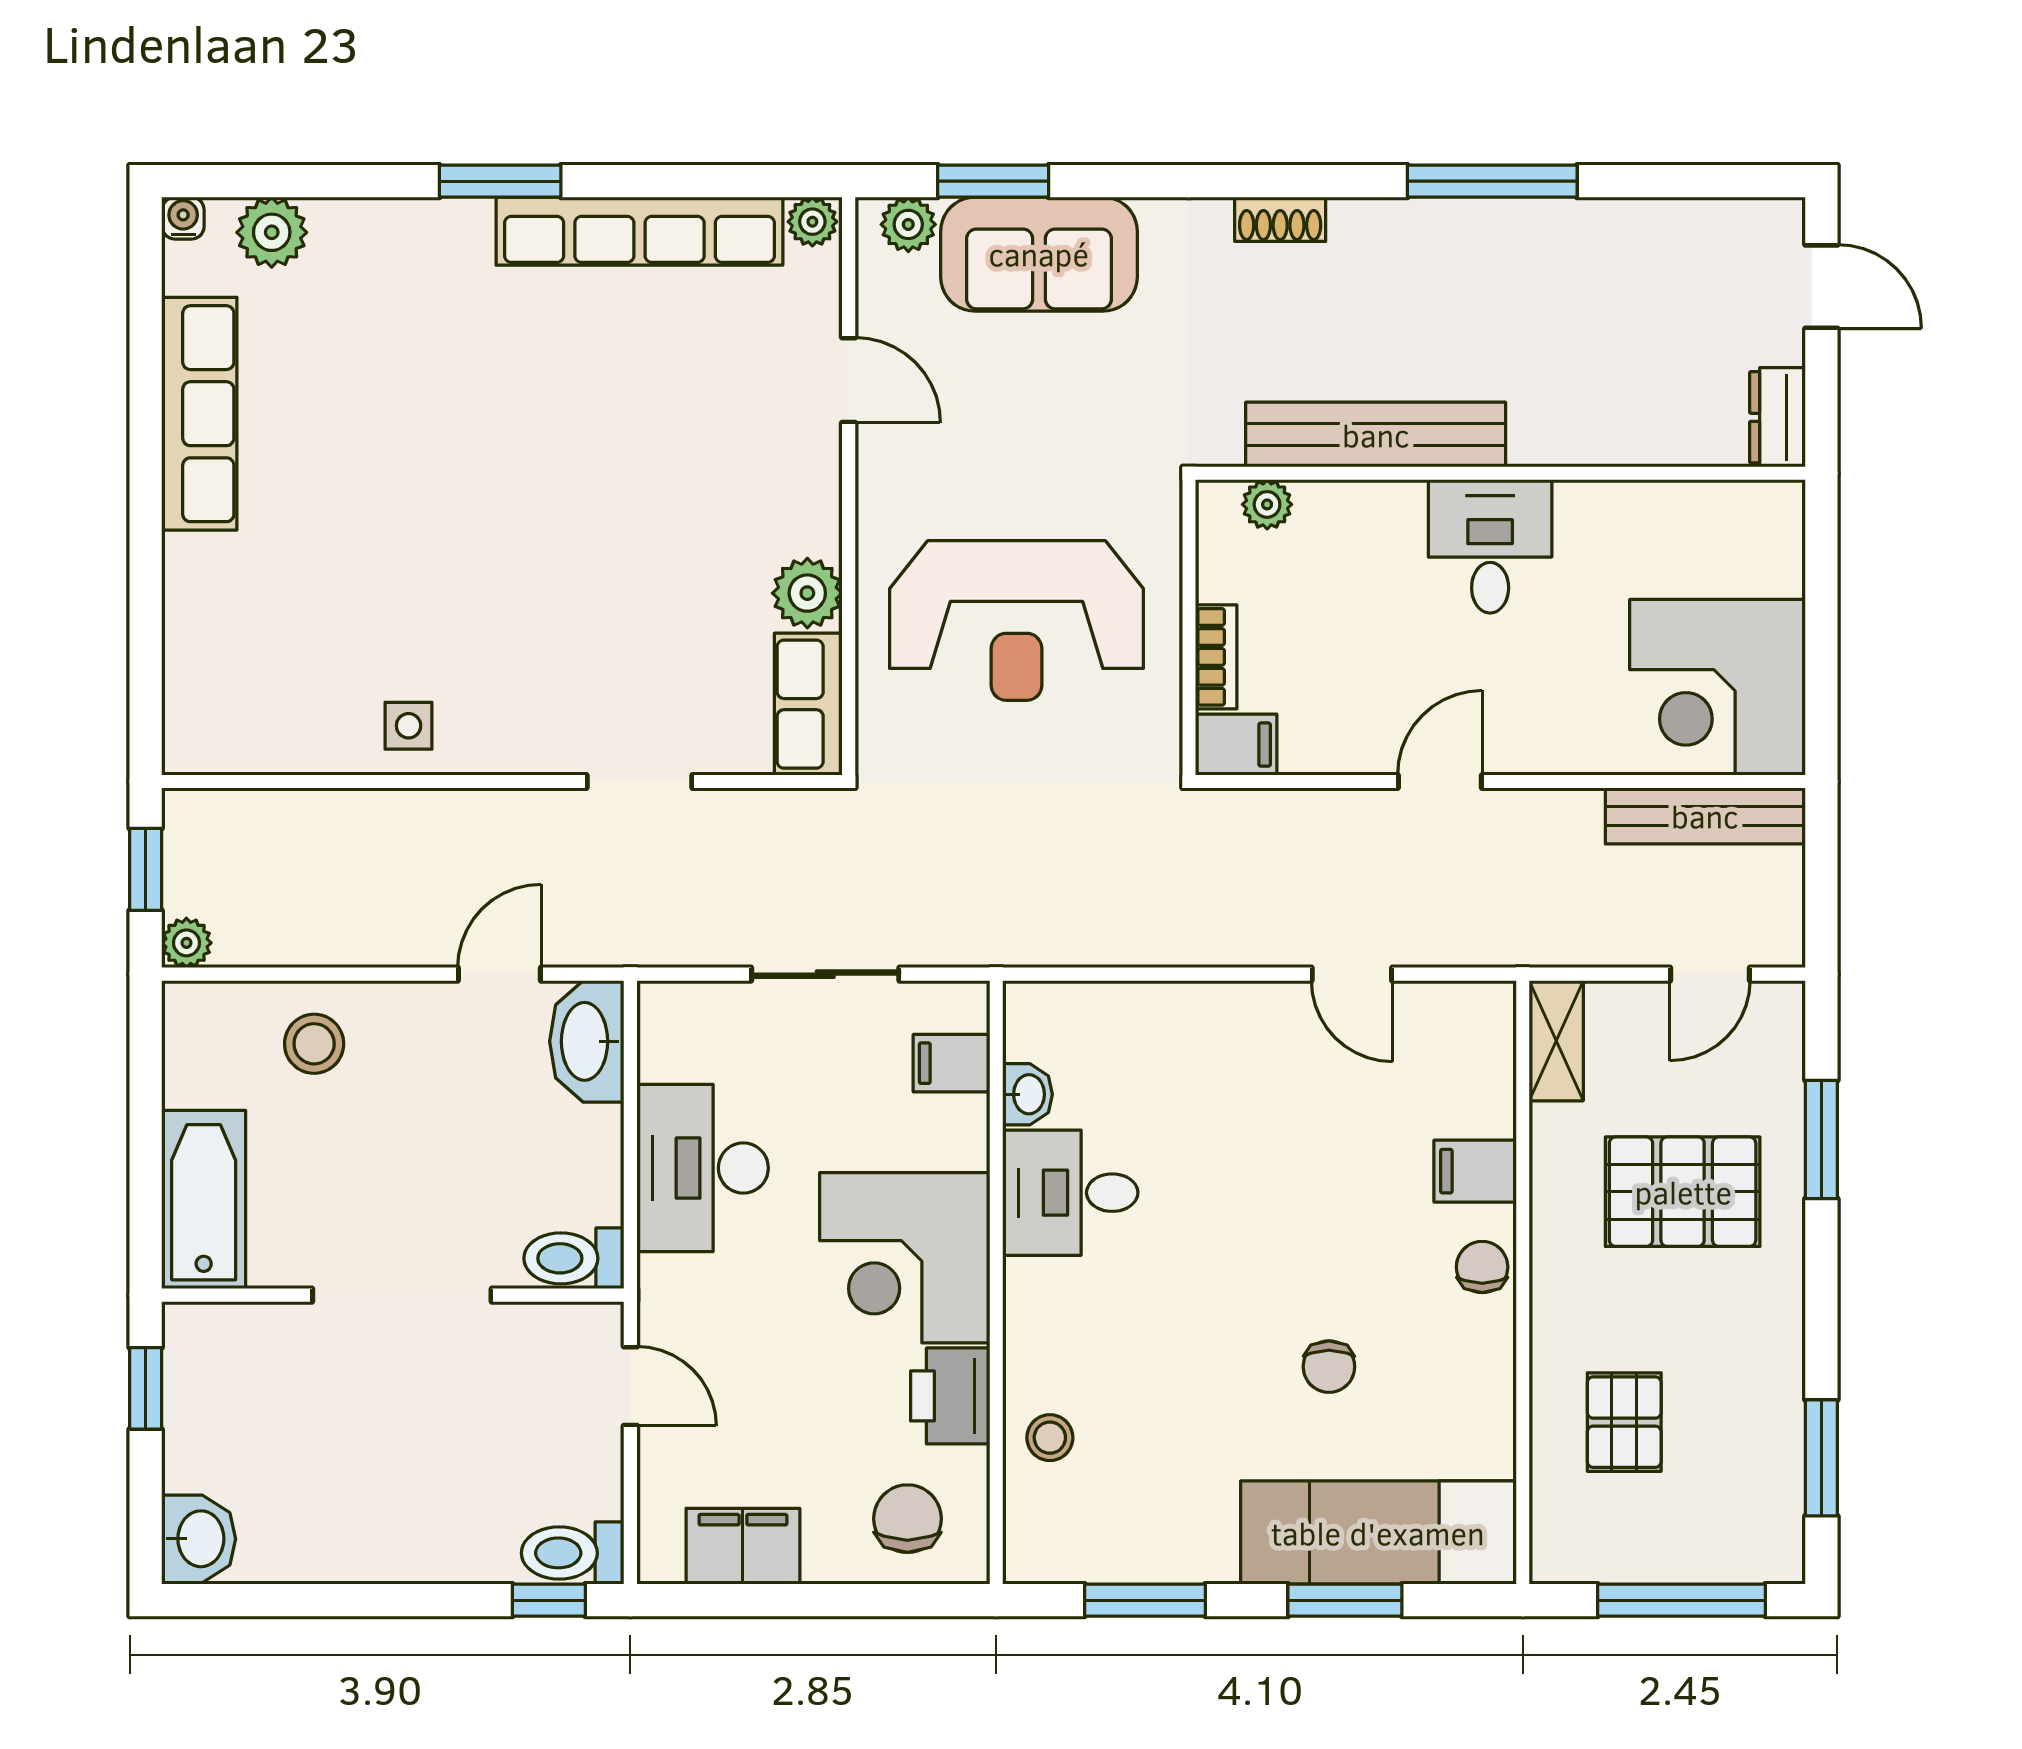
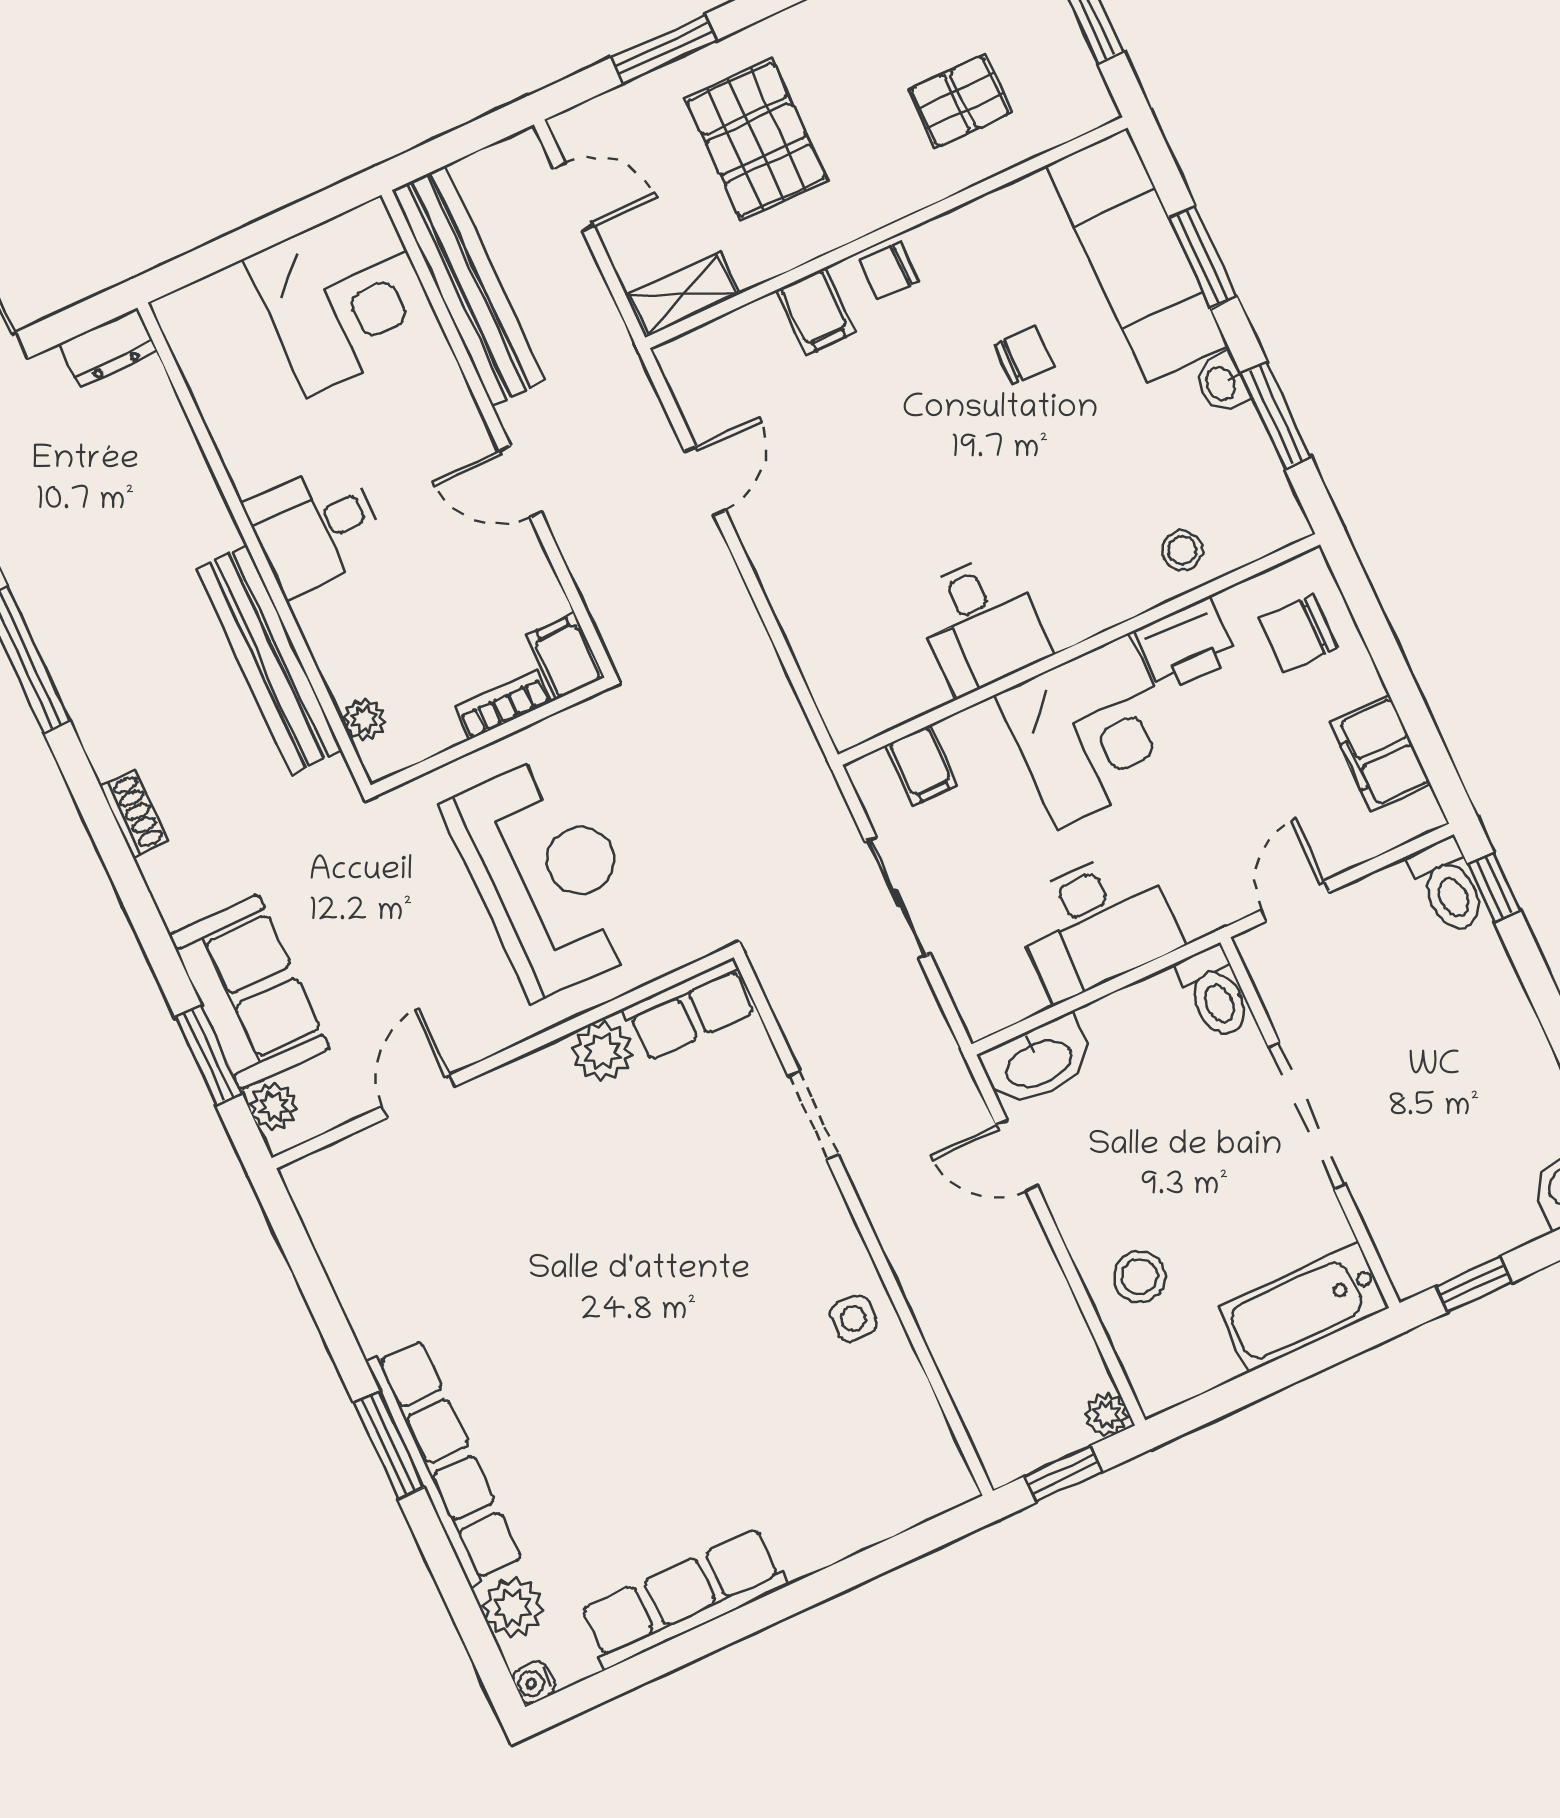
plant: (812, 222) -> (307, 1183), removed
row of seats: (639, 231) -> (445, 1462), moved
bench: (1705, 816) -> (469, 286), width x1.37, depth x1.21
washbasin: (1028, 1094) -> (1222, 383), moved, turned -90

